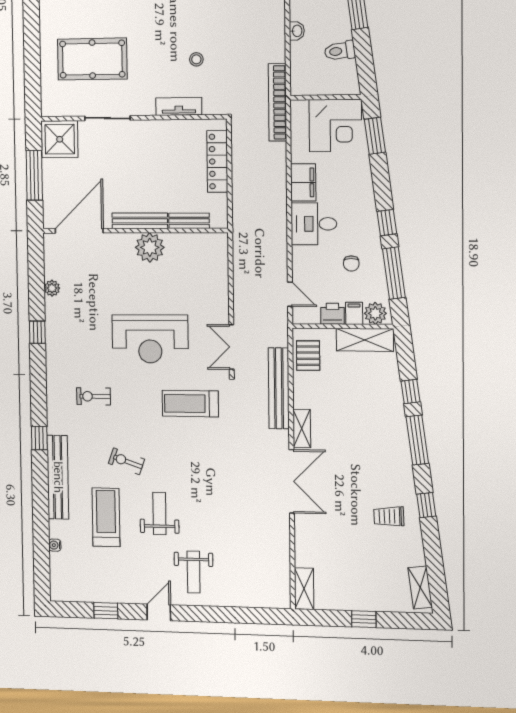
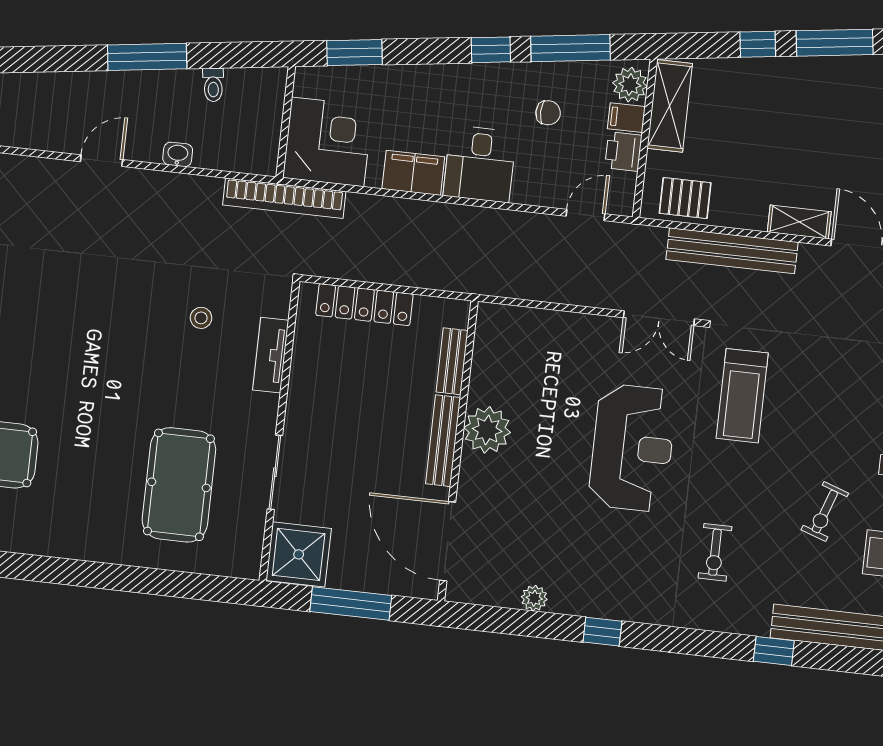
toilet: (340, 51) -> (213, 85), width x0.73, depth x0.72
corner desk: (335, 125) -> (328, 142), moved

